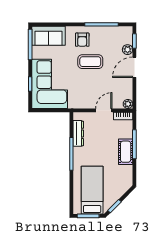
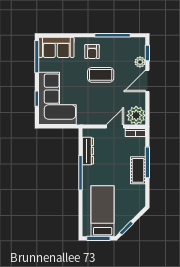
plant: (128, 104) -> (136, 115), width x1.87, depth x1.87

